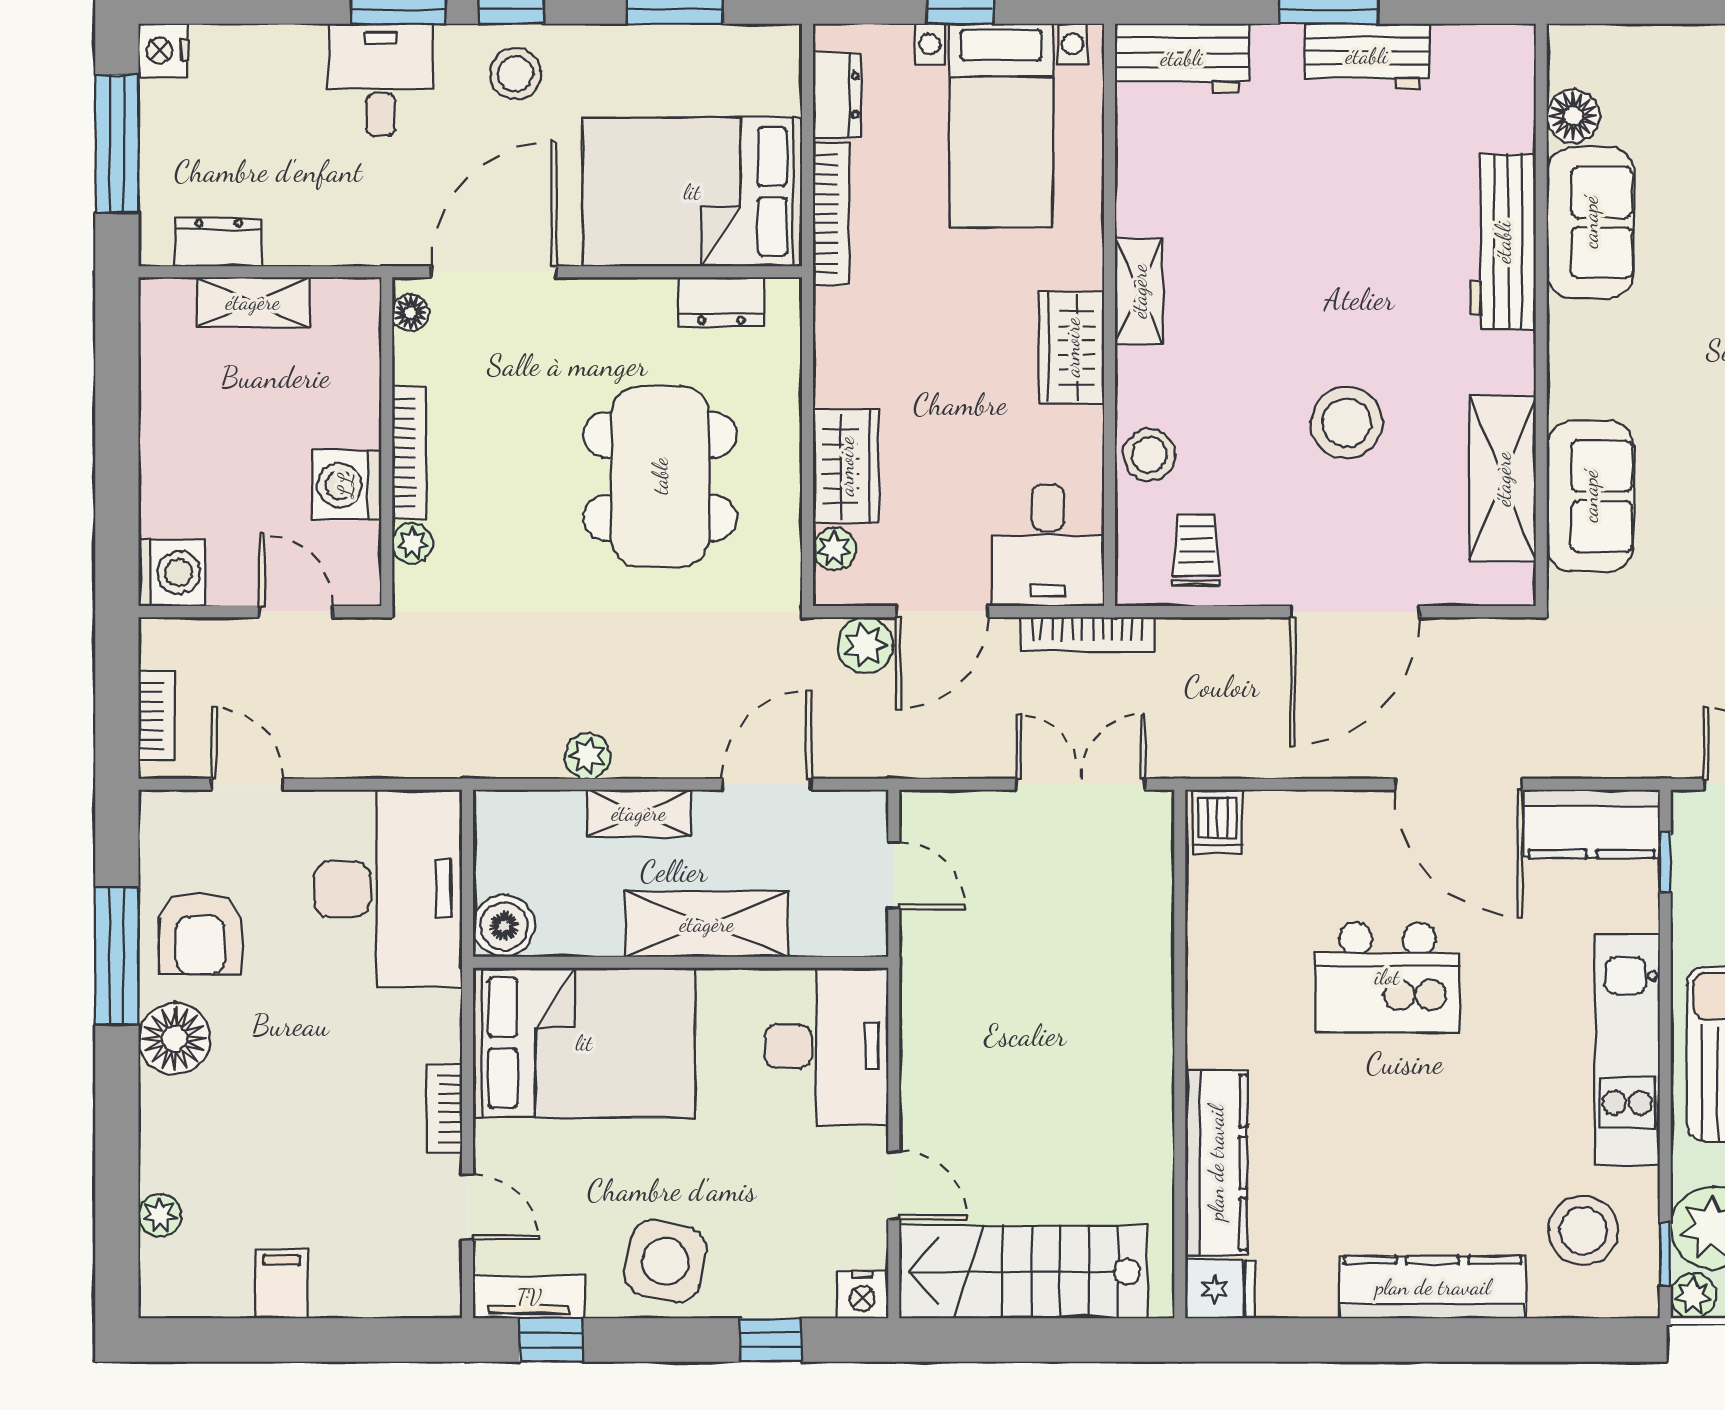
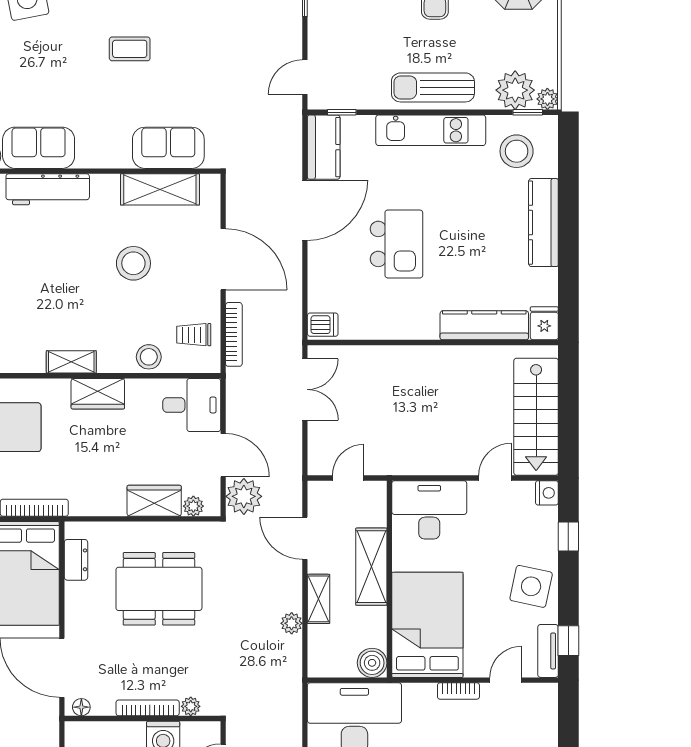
bookcase: (1087, 634) -> (234, 334), moved
plant: (865, 645) -> (244, 496), width x1.36, depth x1.36
double door: (1081, 784) -> (305, 389), swing flipped

